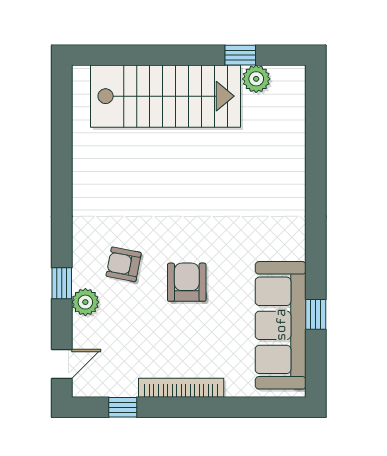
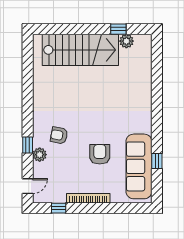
armchair: (187, 282) -> (100, 154), moved

